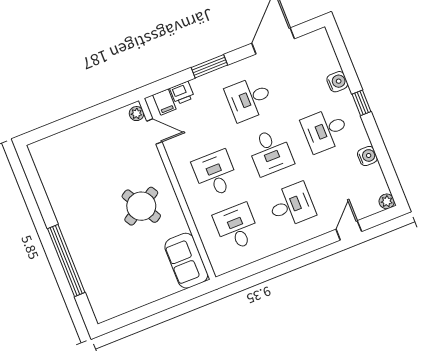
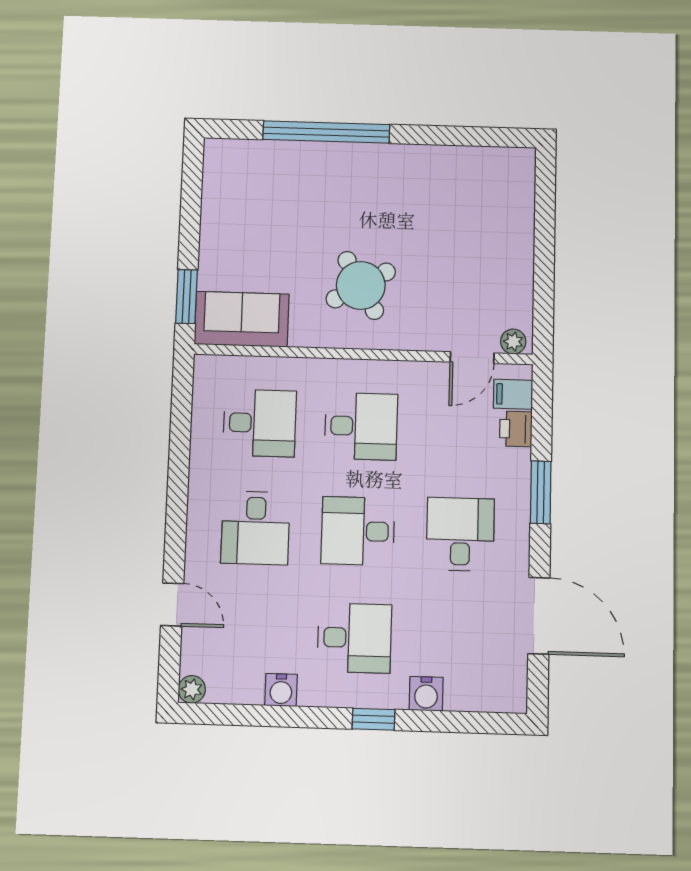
desk: (325, 130) -> (355, 638), turned 90
window: (187, 295) -> (187, 297), added

